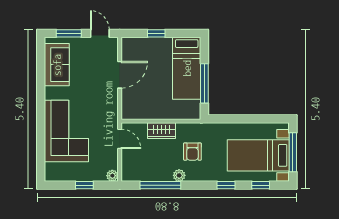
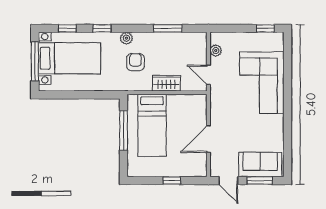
sofa: (57, 65) -> (260, 165), moved, turned 90
bed: (187, 68) -> (152, 125), moved, turned 180
plant: (179, 175) -> (126, 38), moved
plant: (112, 176) -> (216, 50), moved
window: (84, 185) -> (265, 28), moved
window: (160, 185) -> (168, 28), width x0.69

